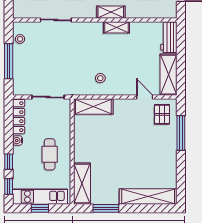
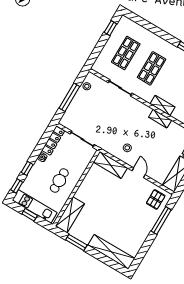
door: (145, 97) -> (139, 173), moved

